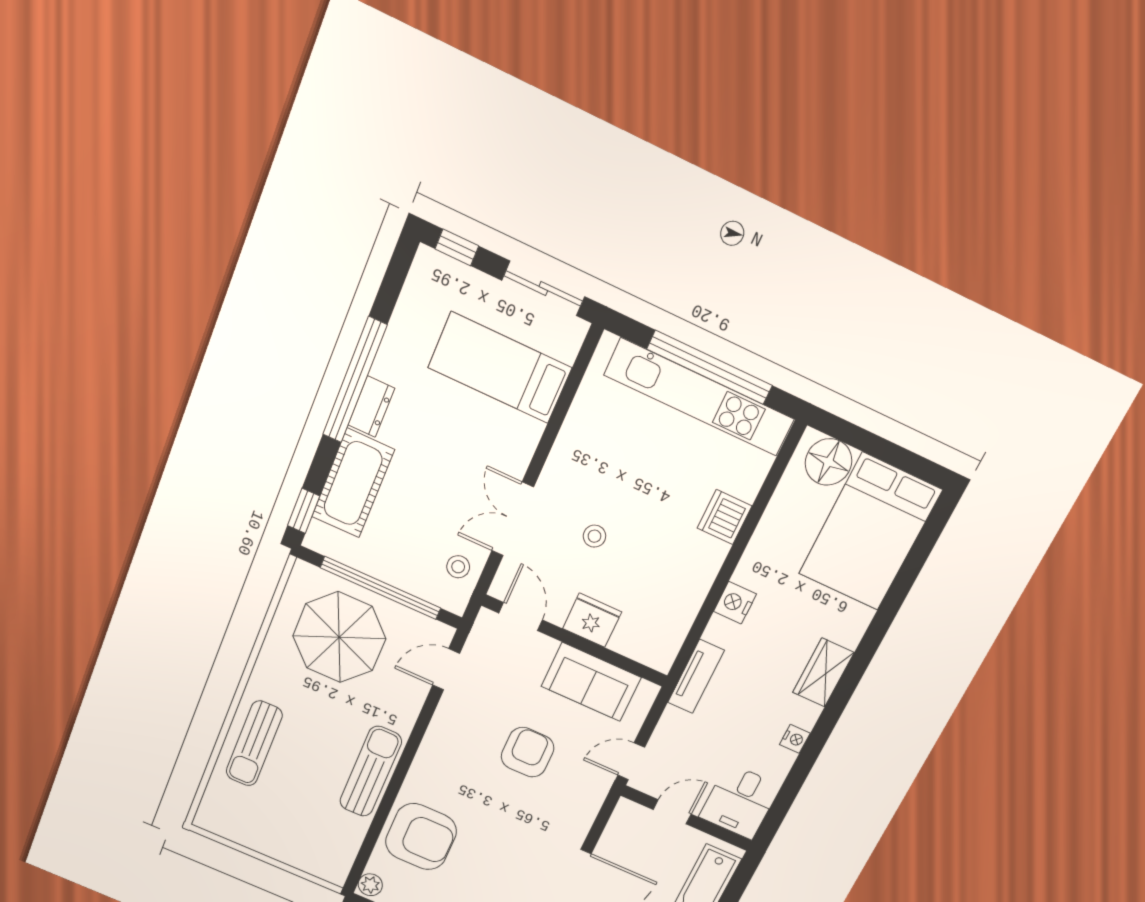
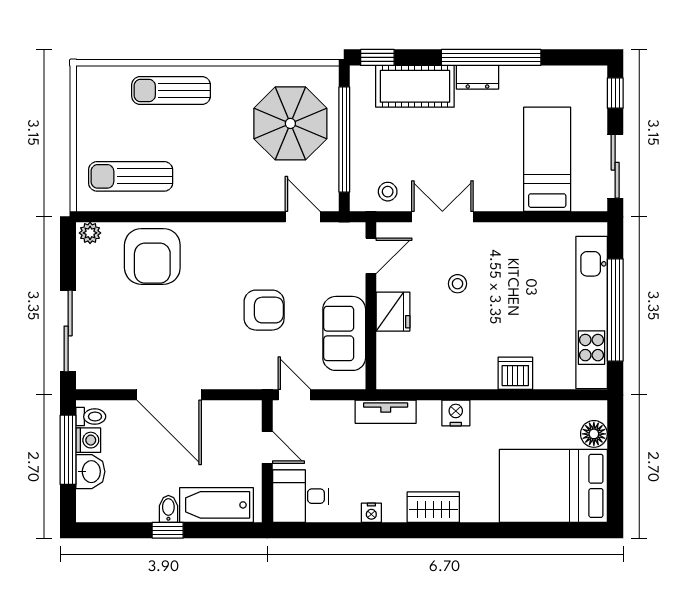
floor lamp: (829, 462) -> (594, 434), width x0.73, depth x0.73
sun lounger: (371, 771) -> (131, 176), moved, turned 180

